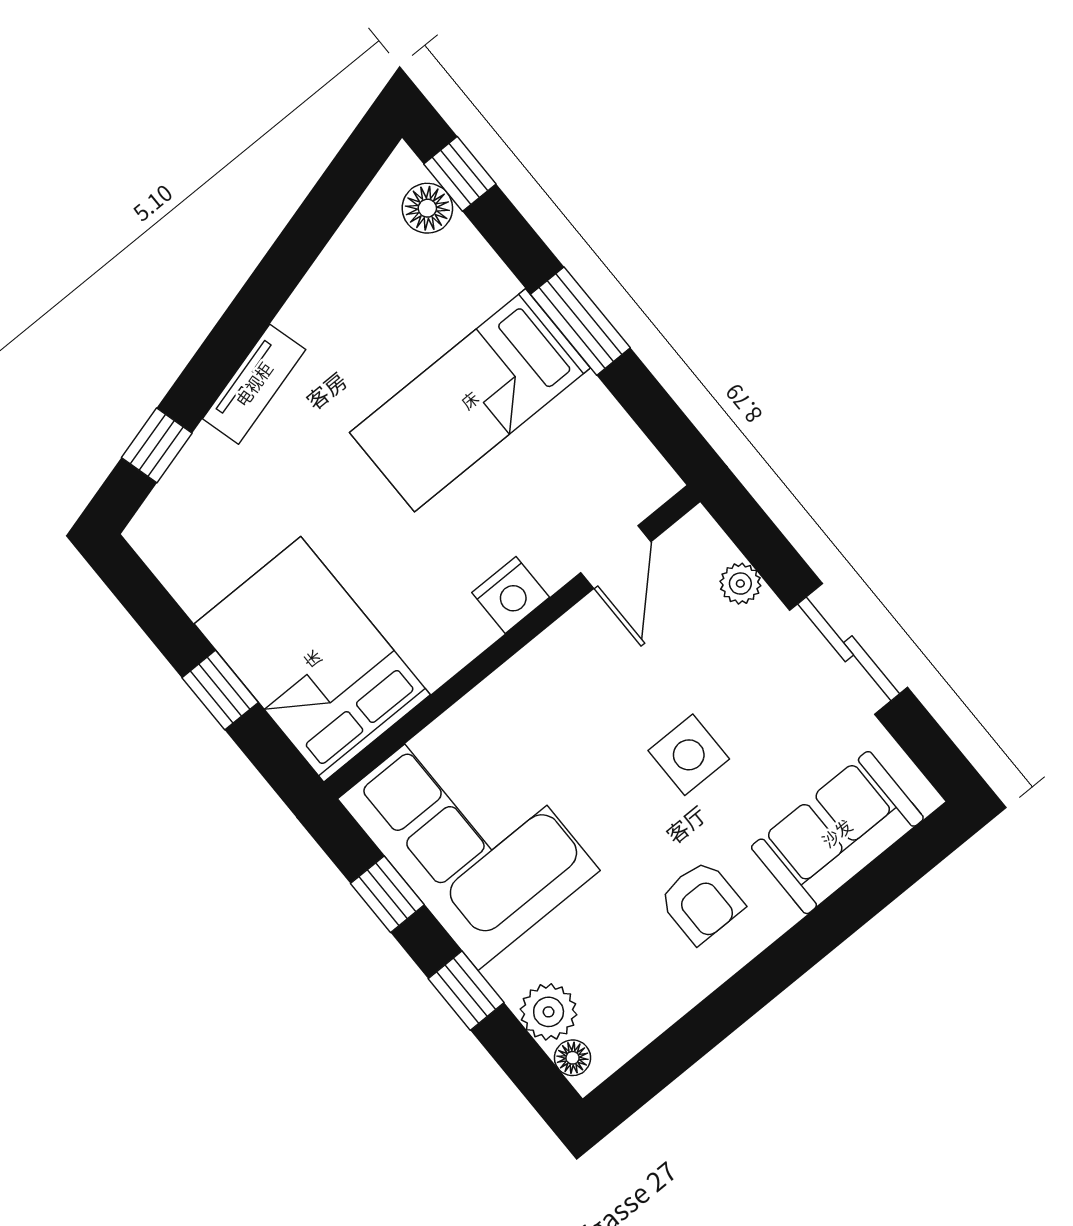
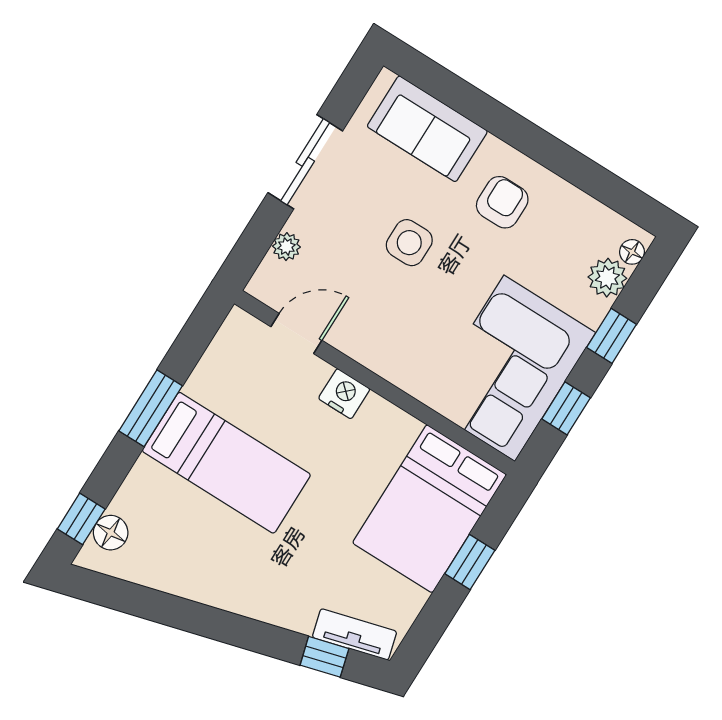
tv unit: (254, 384) -> (355, 634), moved

